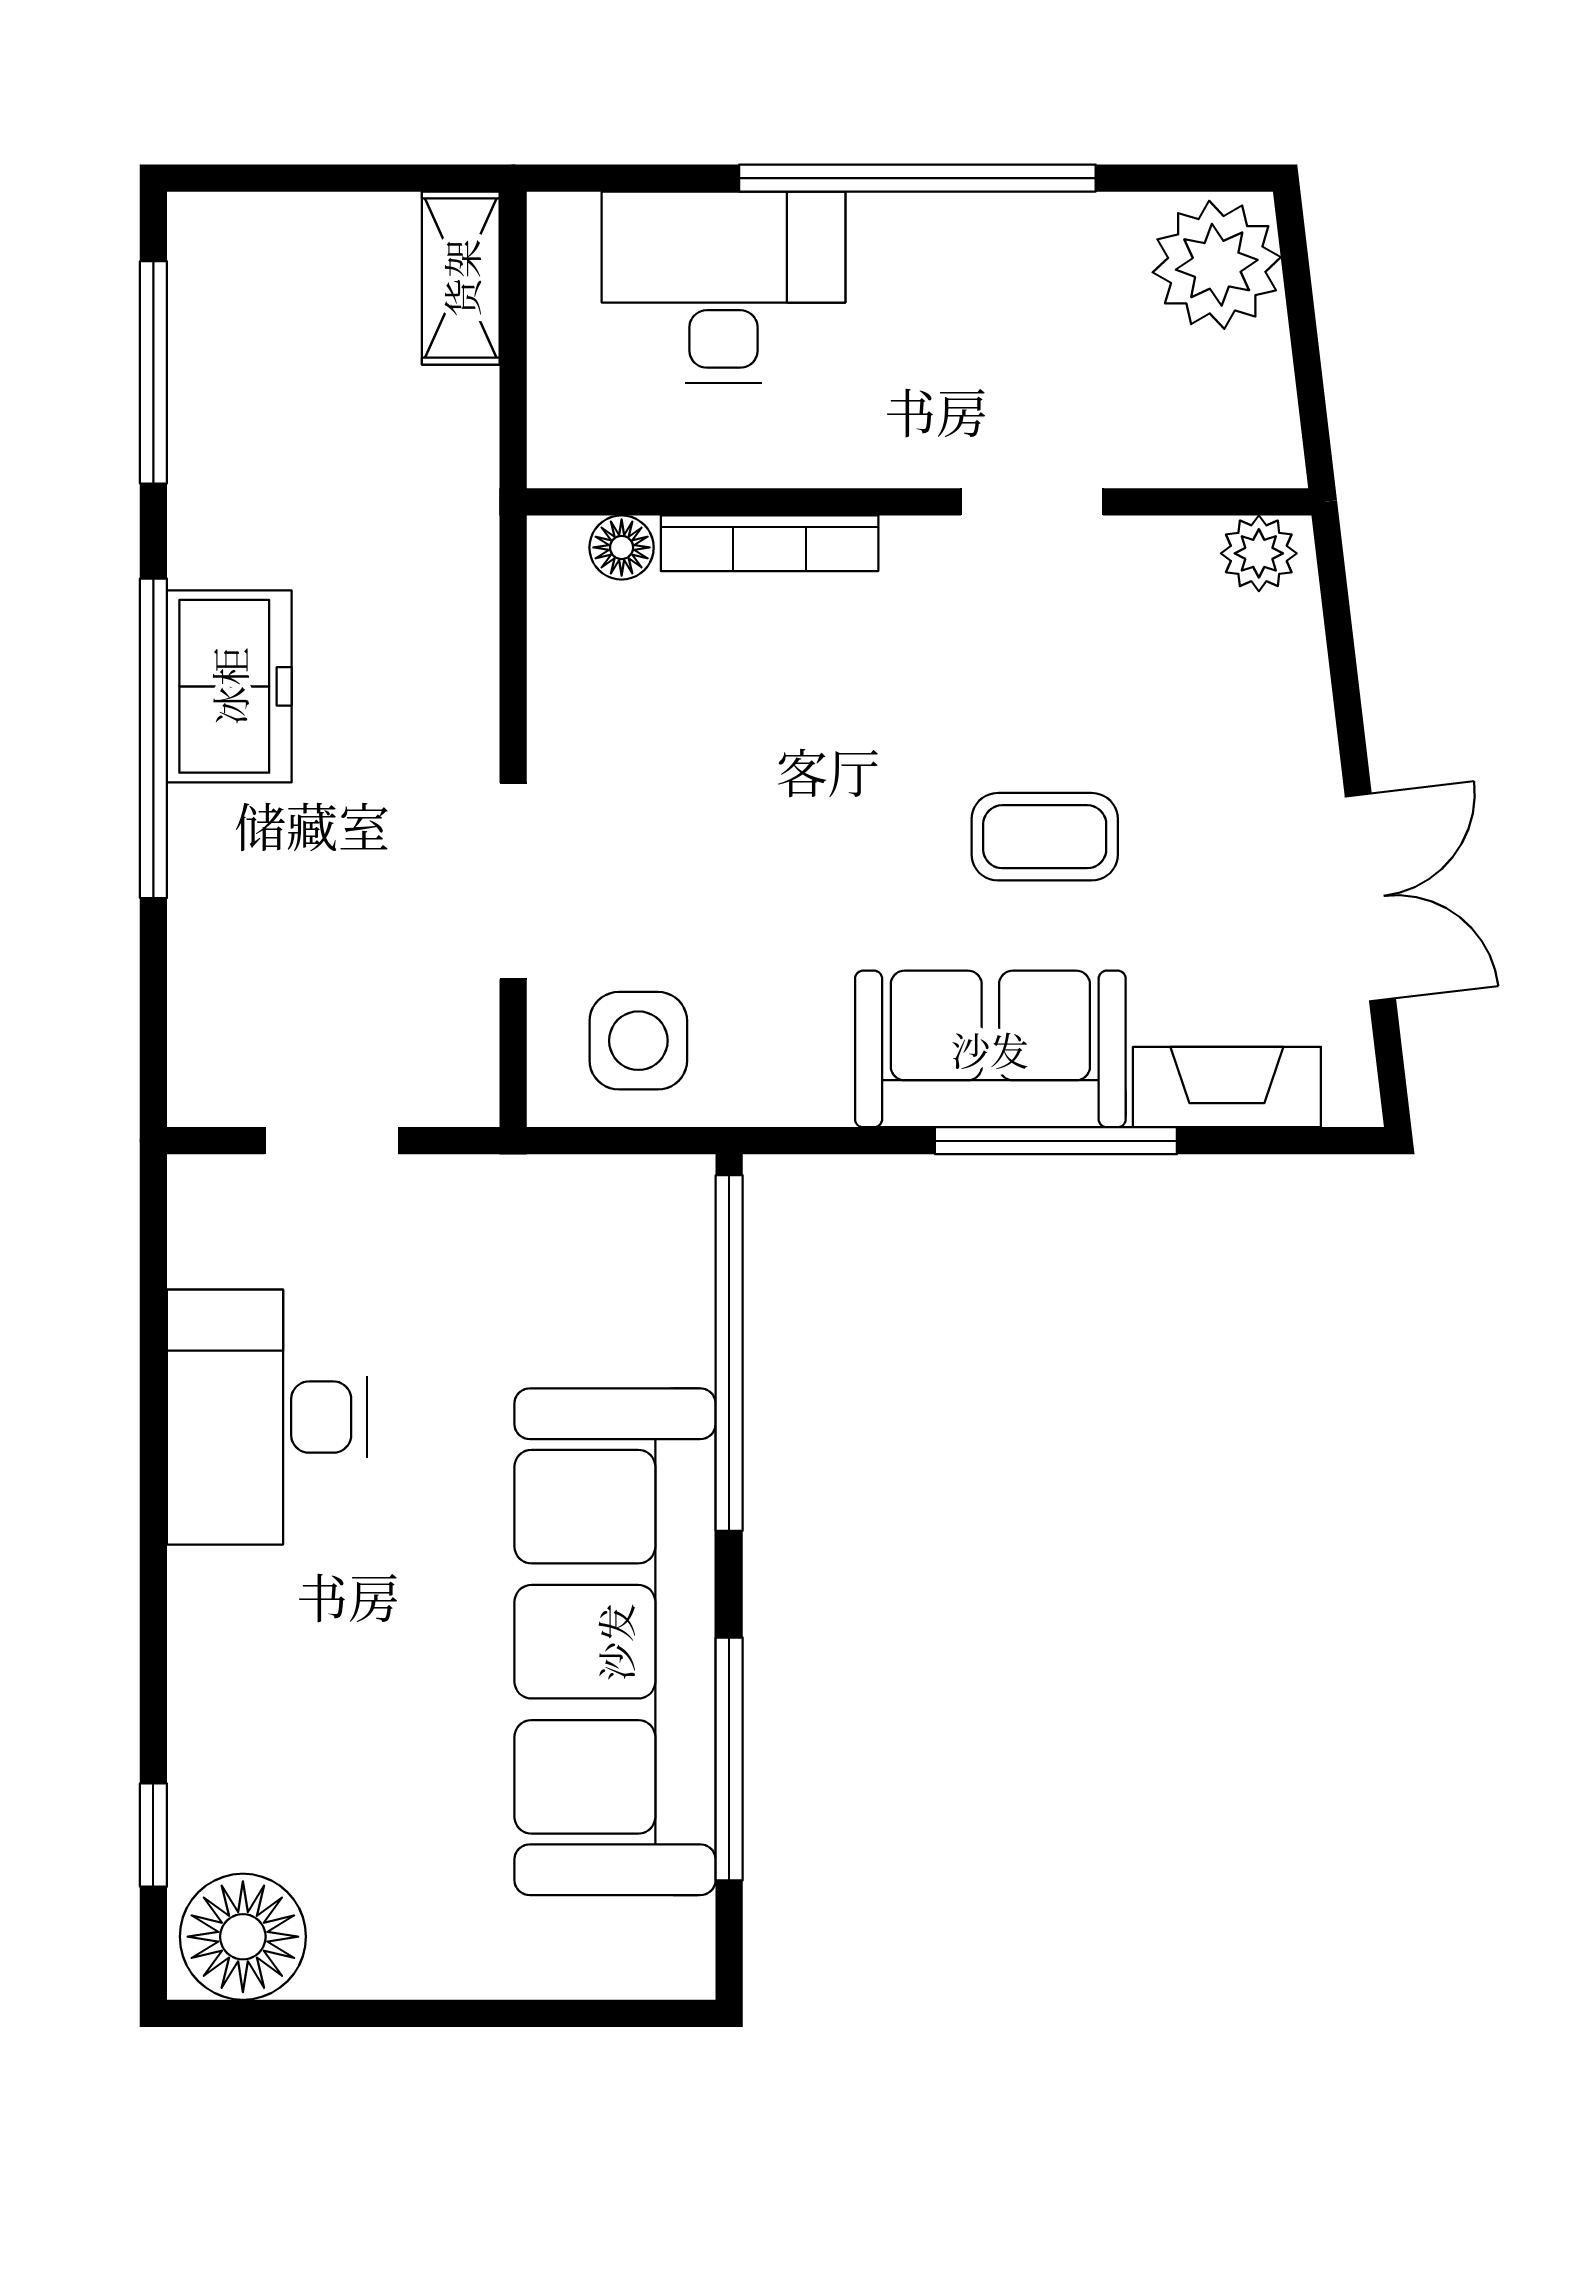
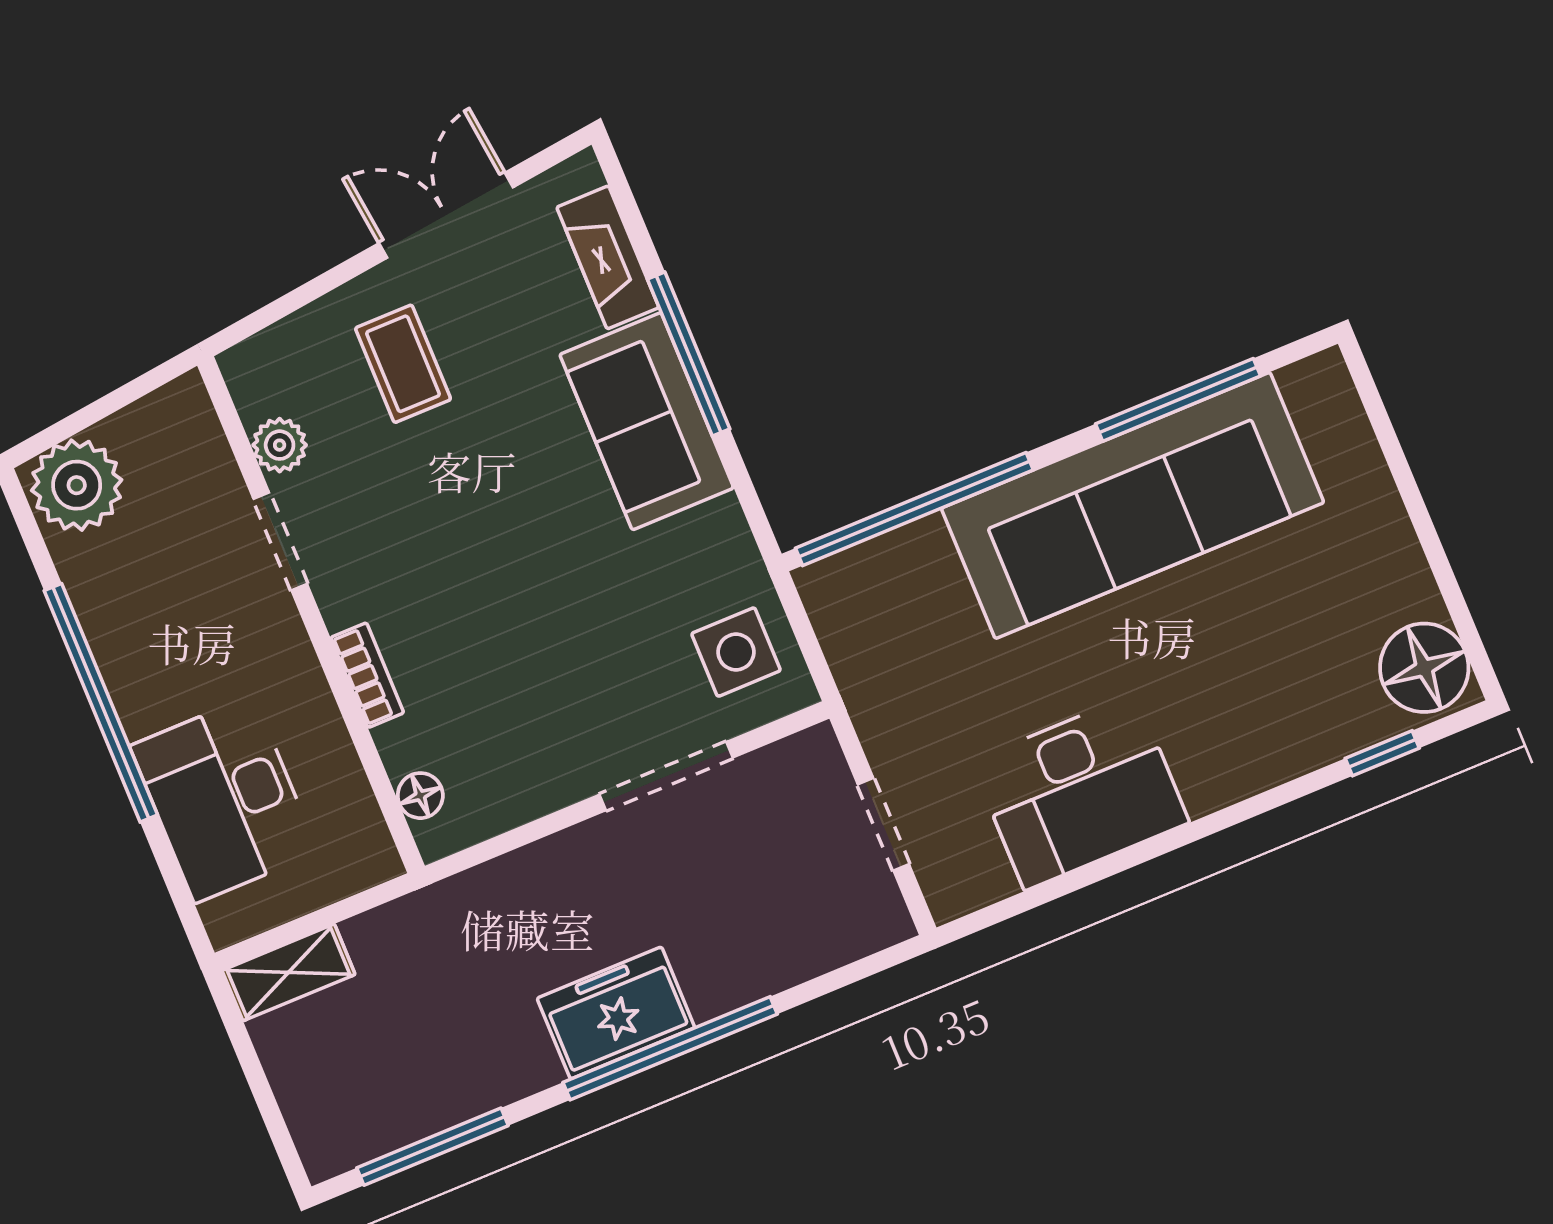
bookcase: (770, 543) -> (367, 675), width x0.64
plant: (1259, 553) -> (280, 445), moved
coffee table: (1045, 837) -> (403, 364), moved

